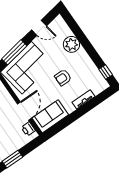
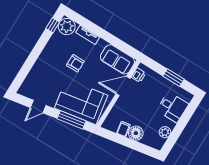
door: (39, 28) -> (38, 106), swing flipped
plant: (71, 44) -> (67, 27), moved

